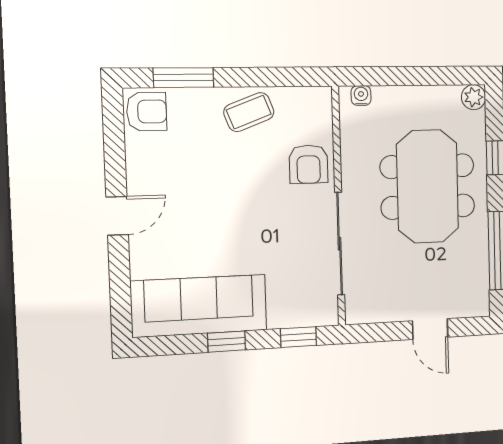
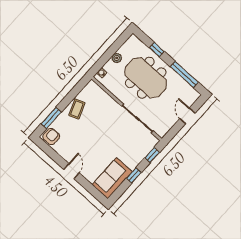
plant: (474, 97) -> (117, 58), moved
armchair: (308, 164) -> (107, 106), removed
sofa: (199, 306) -> (112, 178), width x0.73
door: (430, 329) -> (187, 116), swing flipped

